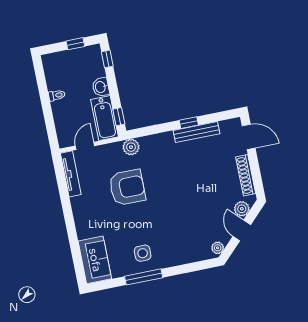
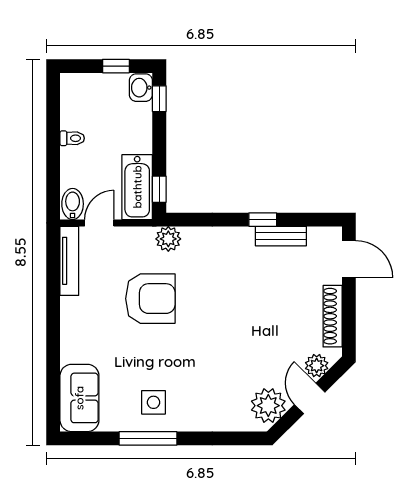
washbasin: (101, 87) -> (141, 88), moved
bench: (196, 132) -> (281, 236), width x0.73
bidet: (65, 137) -> (73, 204), added
plant: (218, 248) -> (268, 406), width x1.87, depth x1.87

